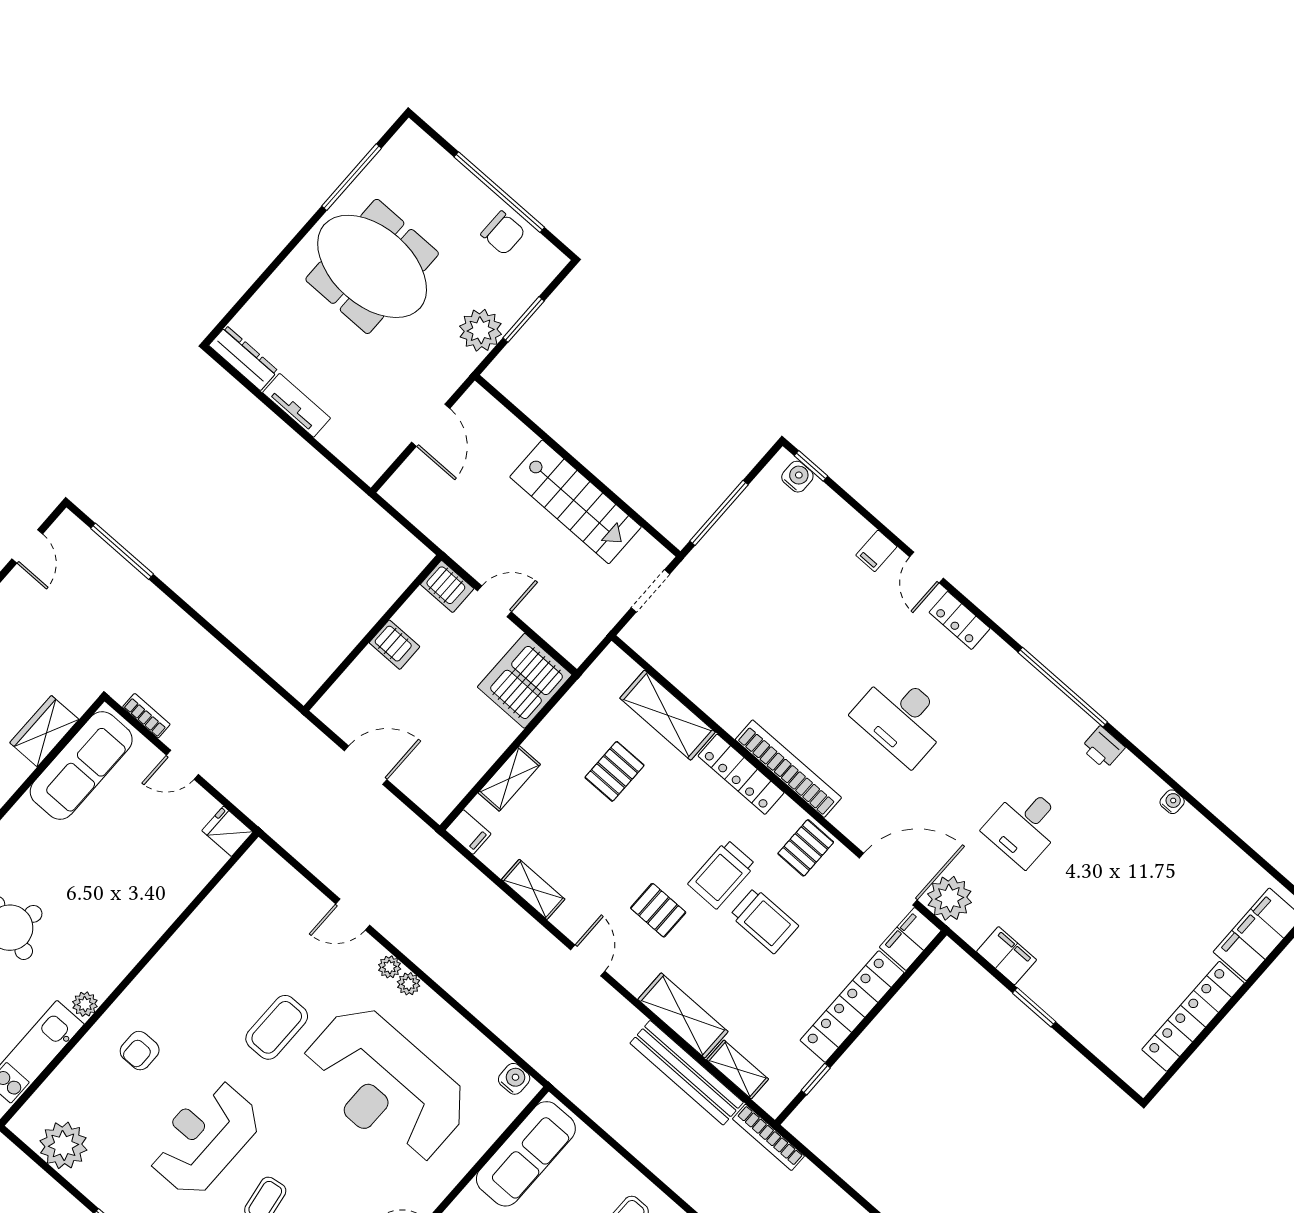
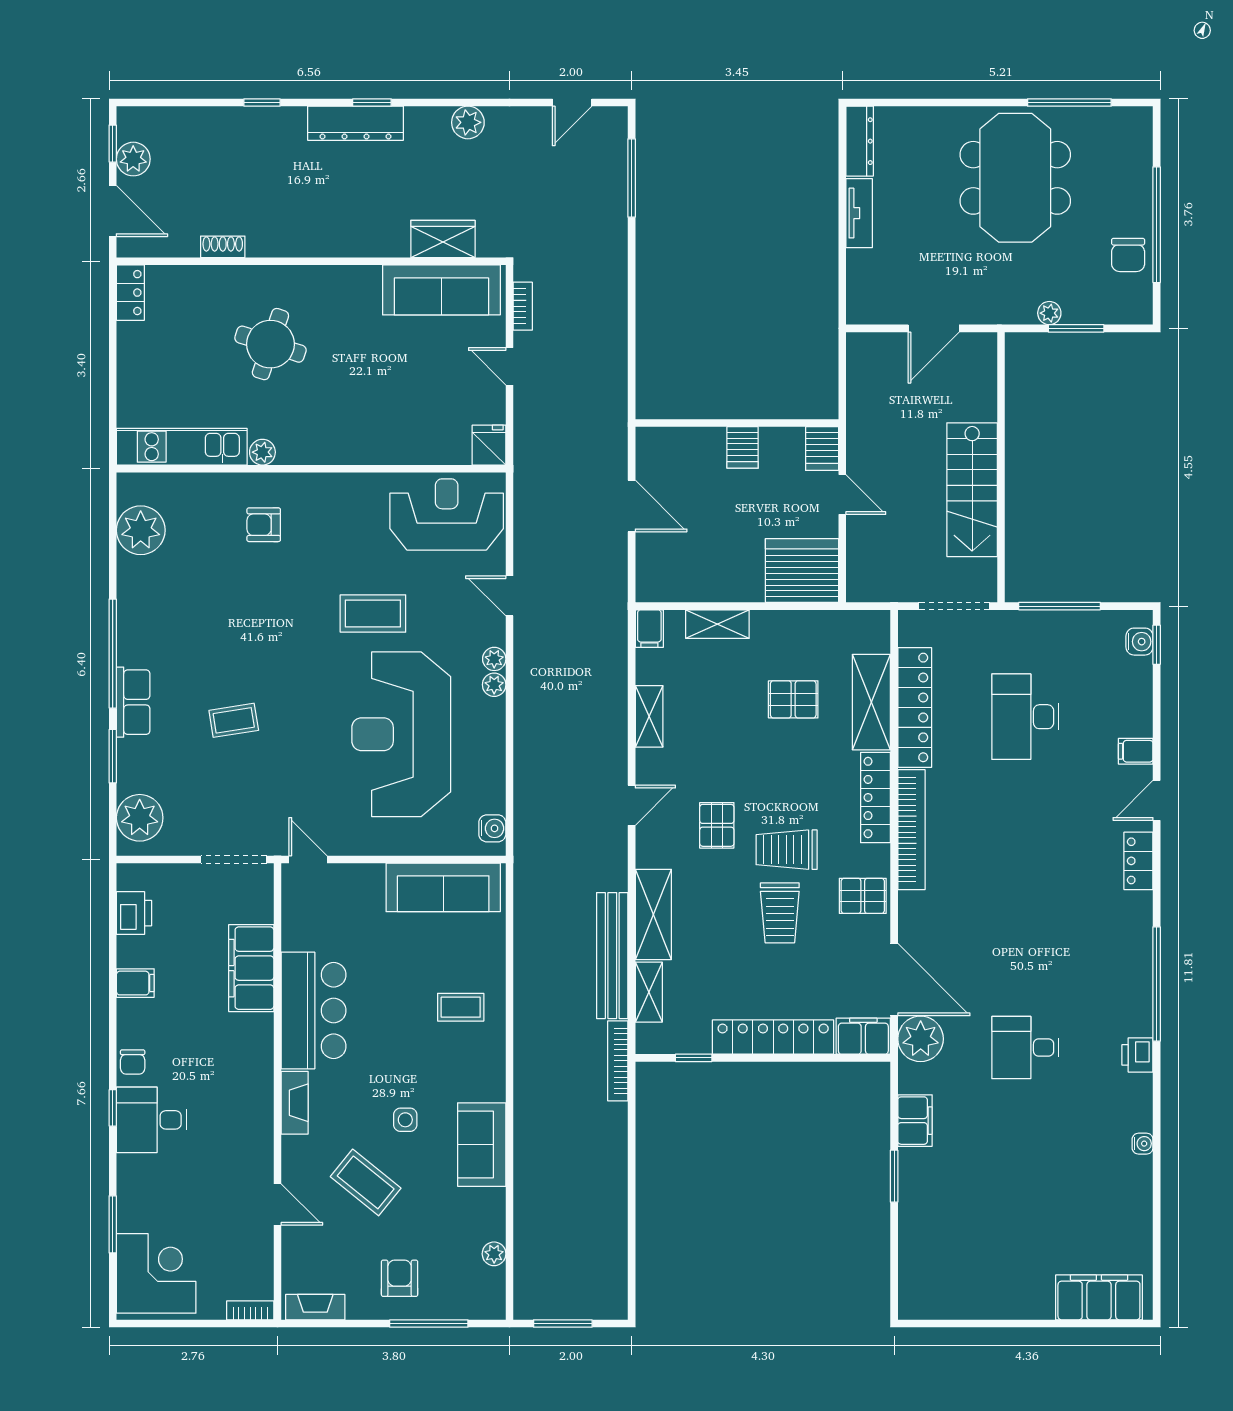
plant: (481, 330) -> (1049, 313), width x0.53, depth x0.53
doorway: (650, 591) -> (954, 606), width x1.38
desk: (902, 718) -> (1025, 717), moved
locker: (1193, 1016) -> (915, 707), moved, turned 90
reception desk: (204, 1138) -> (447, 514), moved

